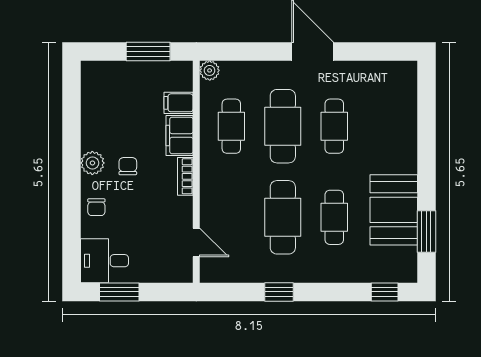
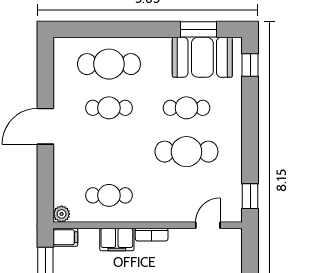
filing cabinet: (179, 103) -> (65, 237), moved, turned -90
cafe table: (283, 126) -> (109, 64), moved
booth: (394, 210) -> (202, 57), moved
window: (279, 292) -> (250, 196), moved

